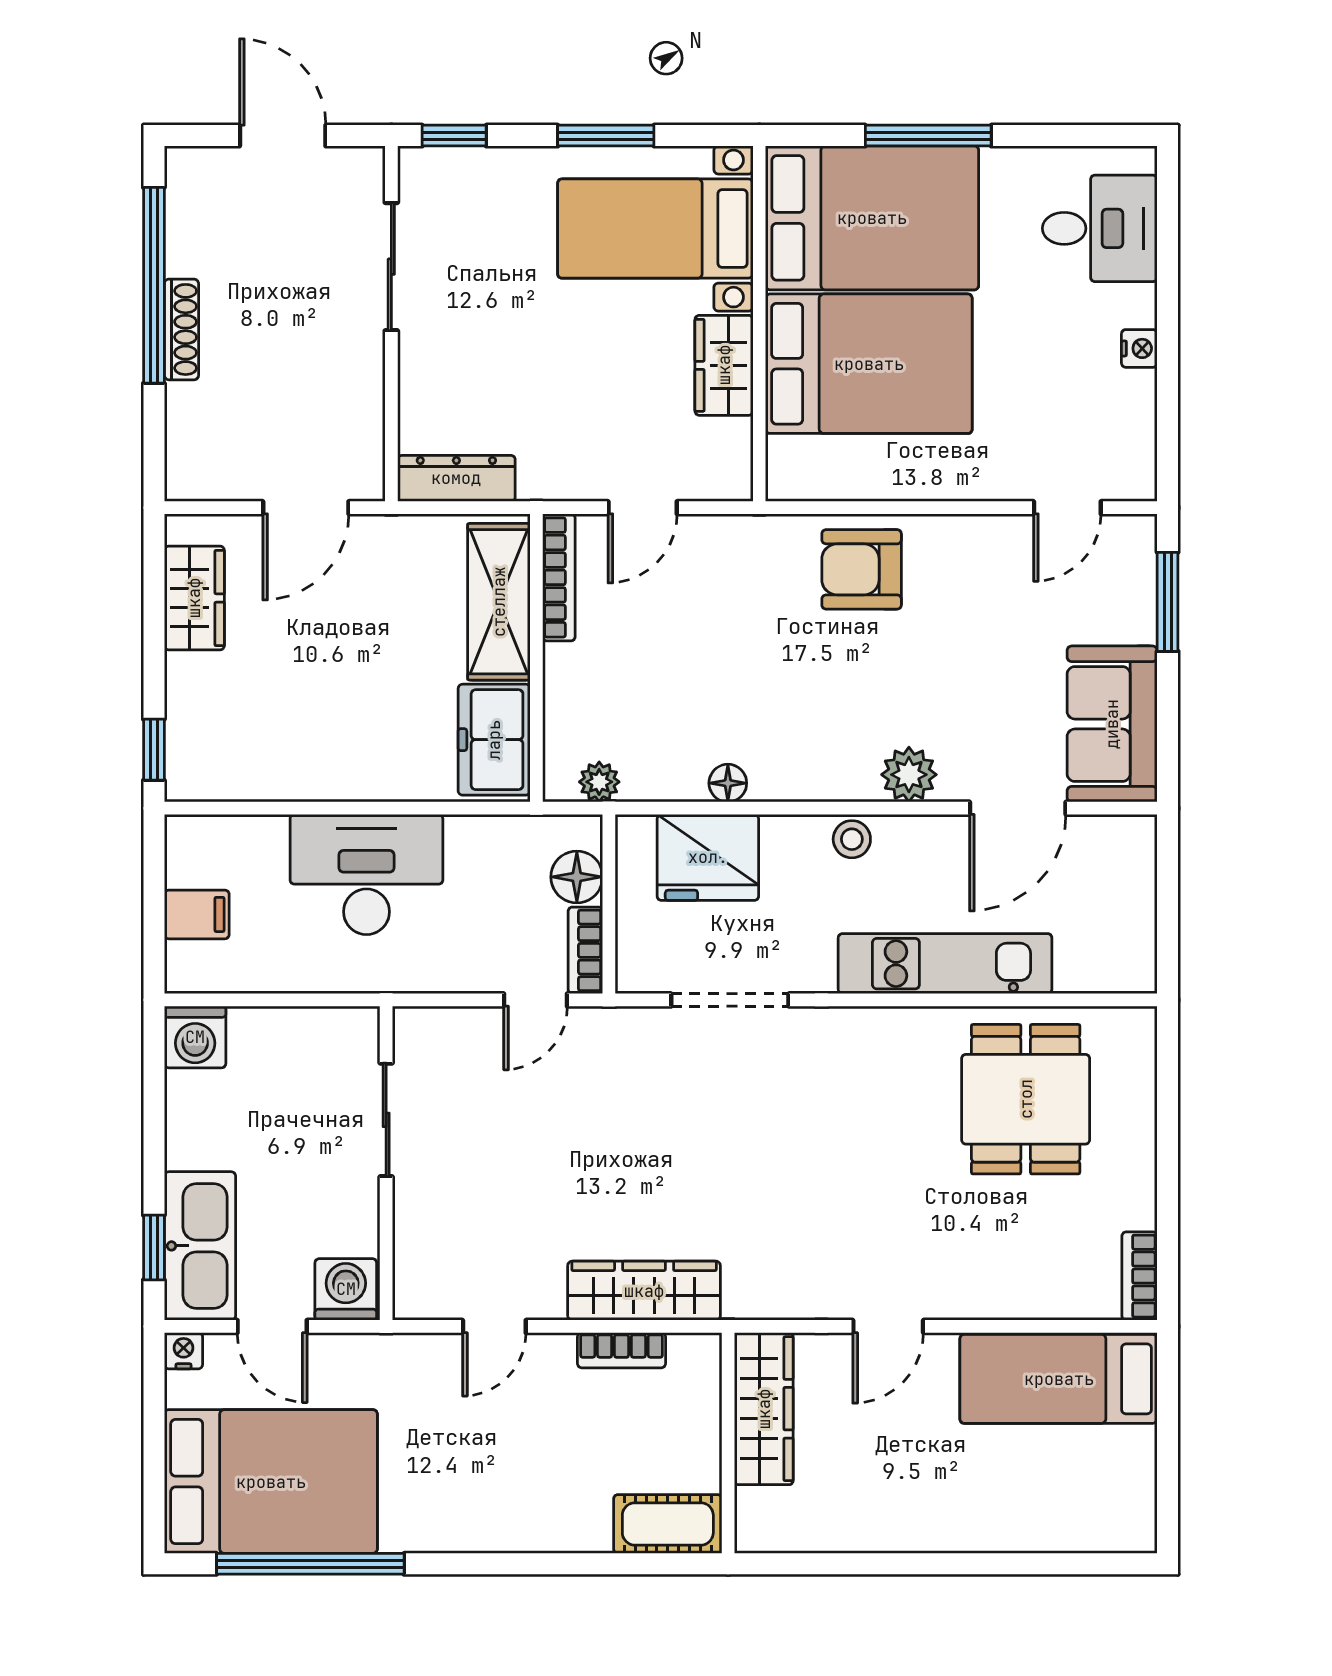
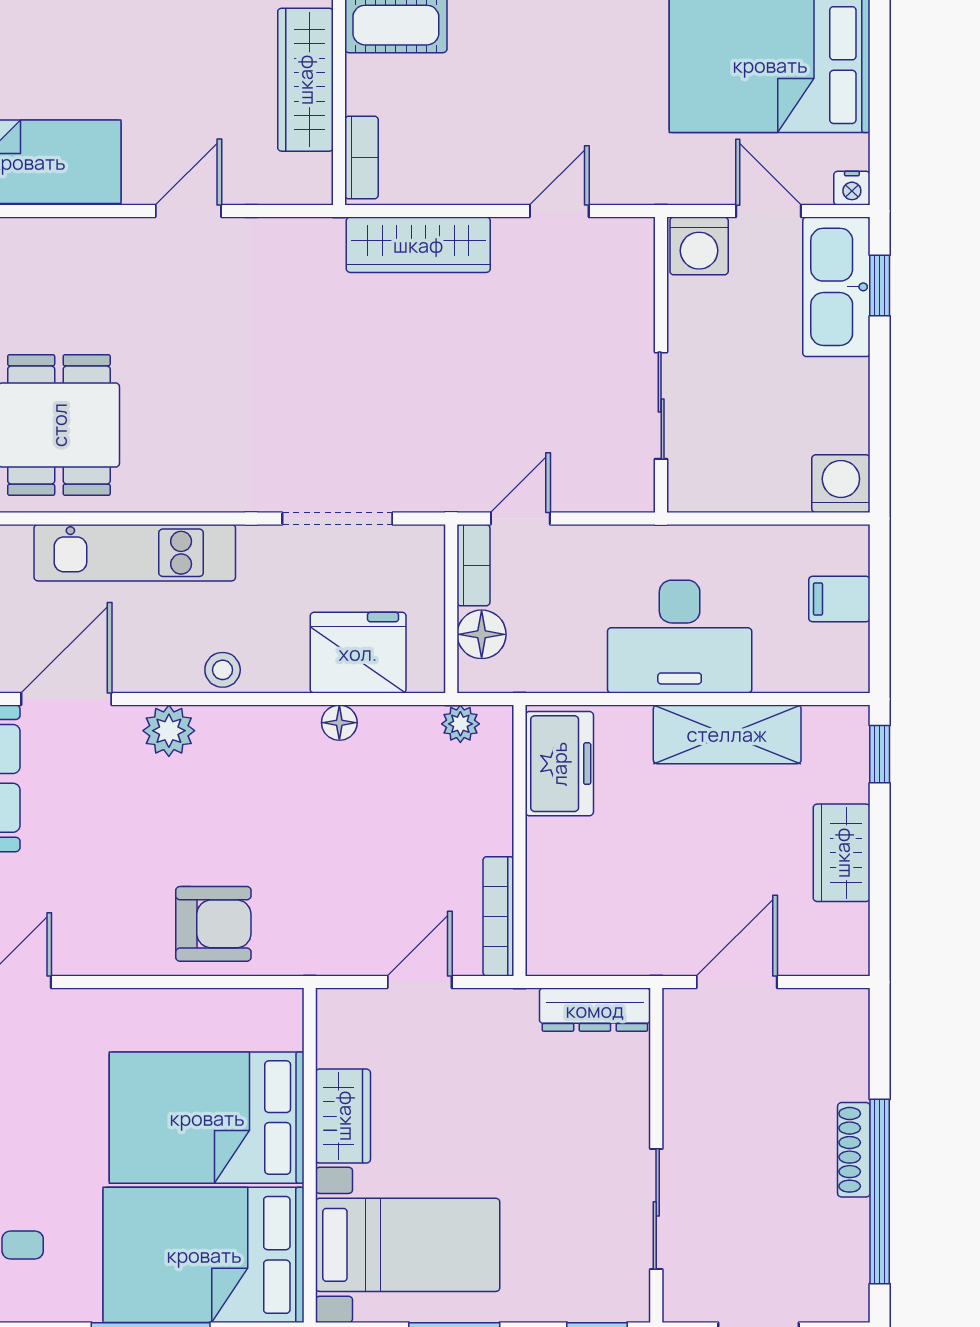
wardrobe: (194, 598) -> (842, 853), moved
shelving: (499, 602) -> (727, 734), moved, turned 90
bookcase: (621, 1350) -> (361, 157), moved, turned 90
wardrobe: (764, 1409) -> (305, 80), moved

